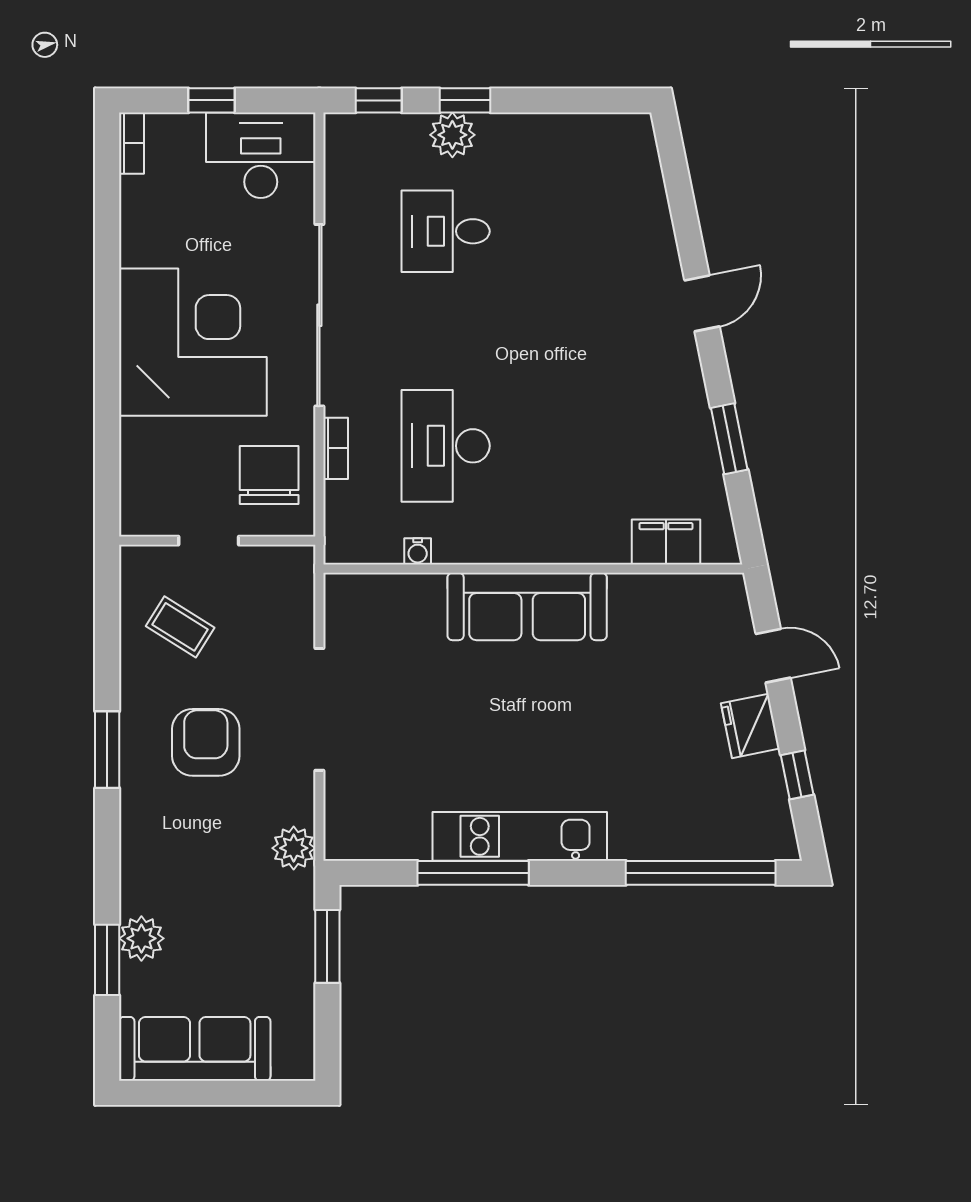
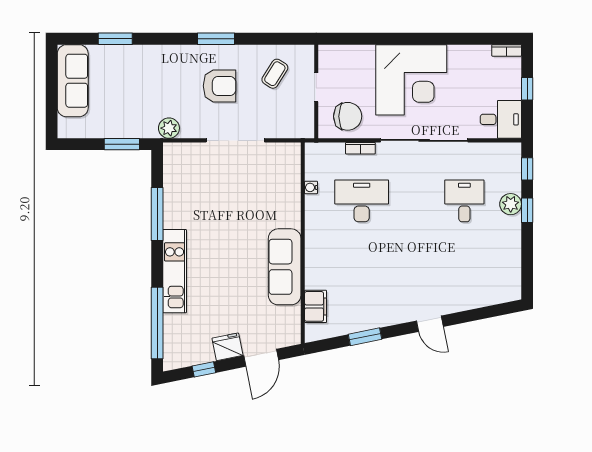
desk: (261, 155) -> (501, 119), width x0.73
sofa: (527, 606) -> (285, 267), moved
door: (773, 656) -> (261, 358), width x1.37
kitchen unit: (520, 836) -> (175, 271), moved
plant: (141, 938) -> (126, 55), removed

